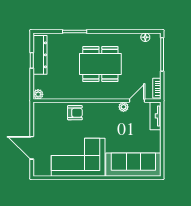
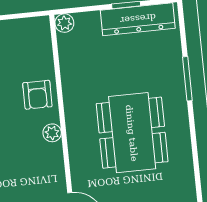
plant: (124, 107) -> (52, 133), moved

